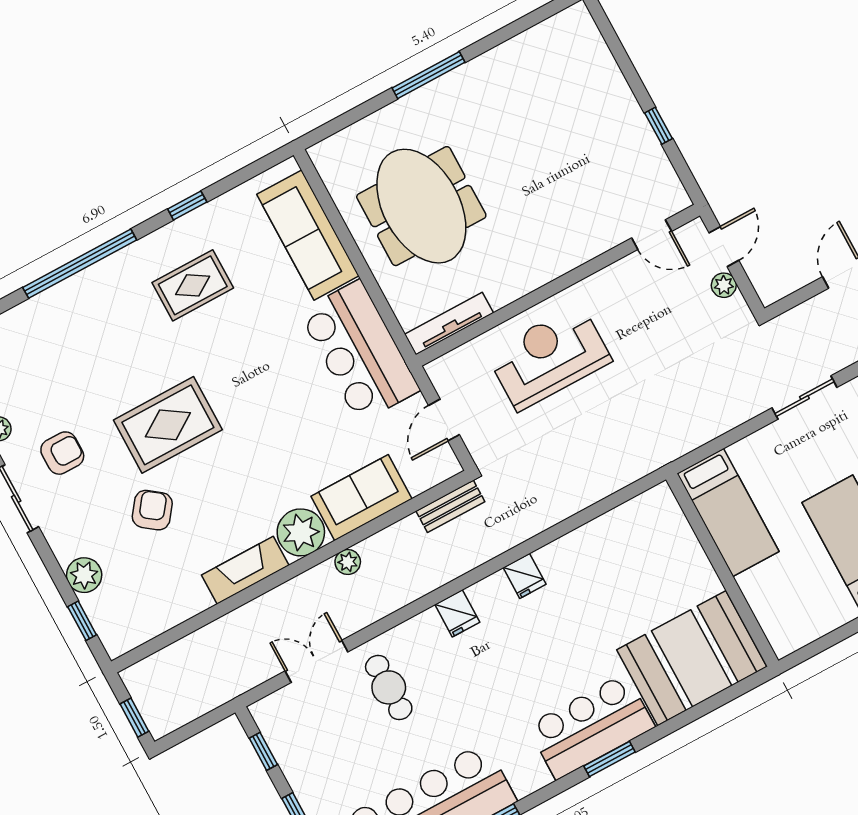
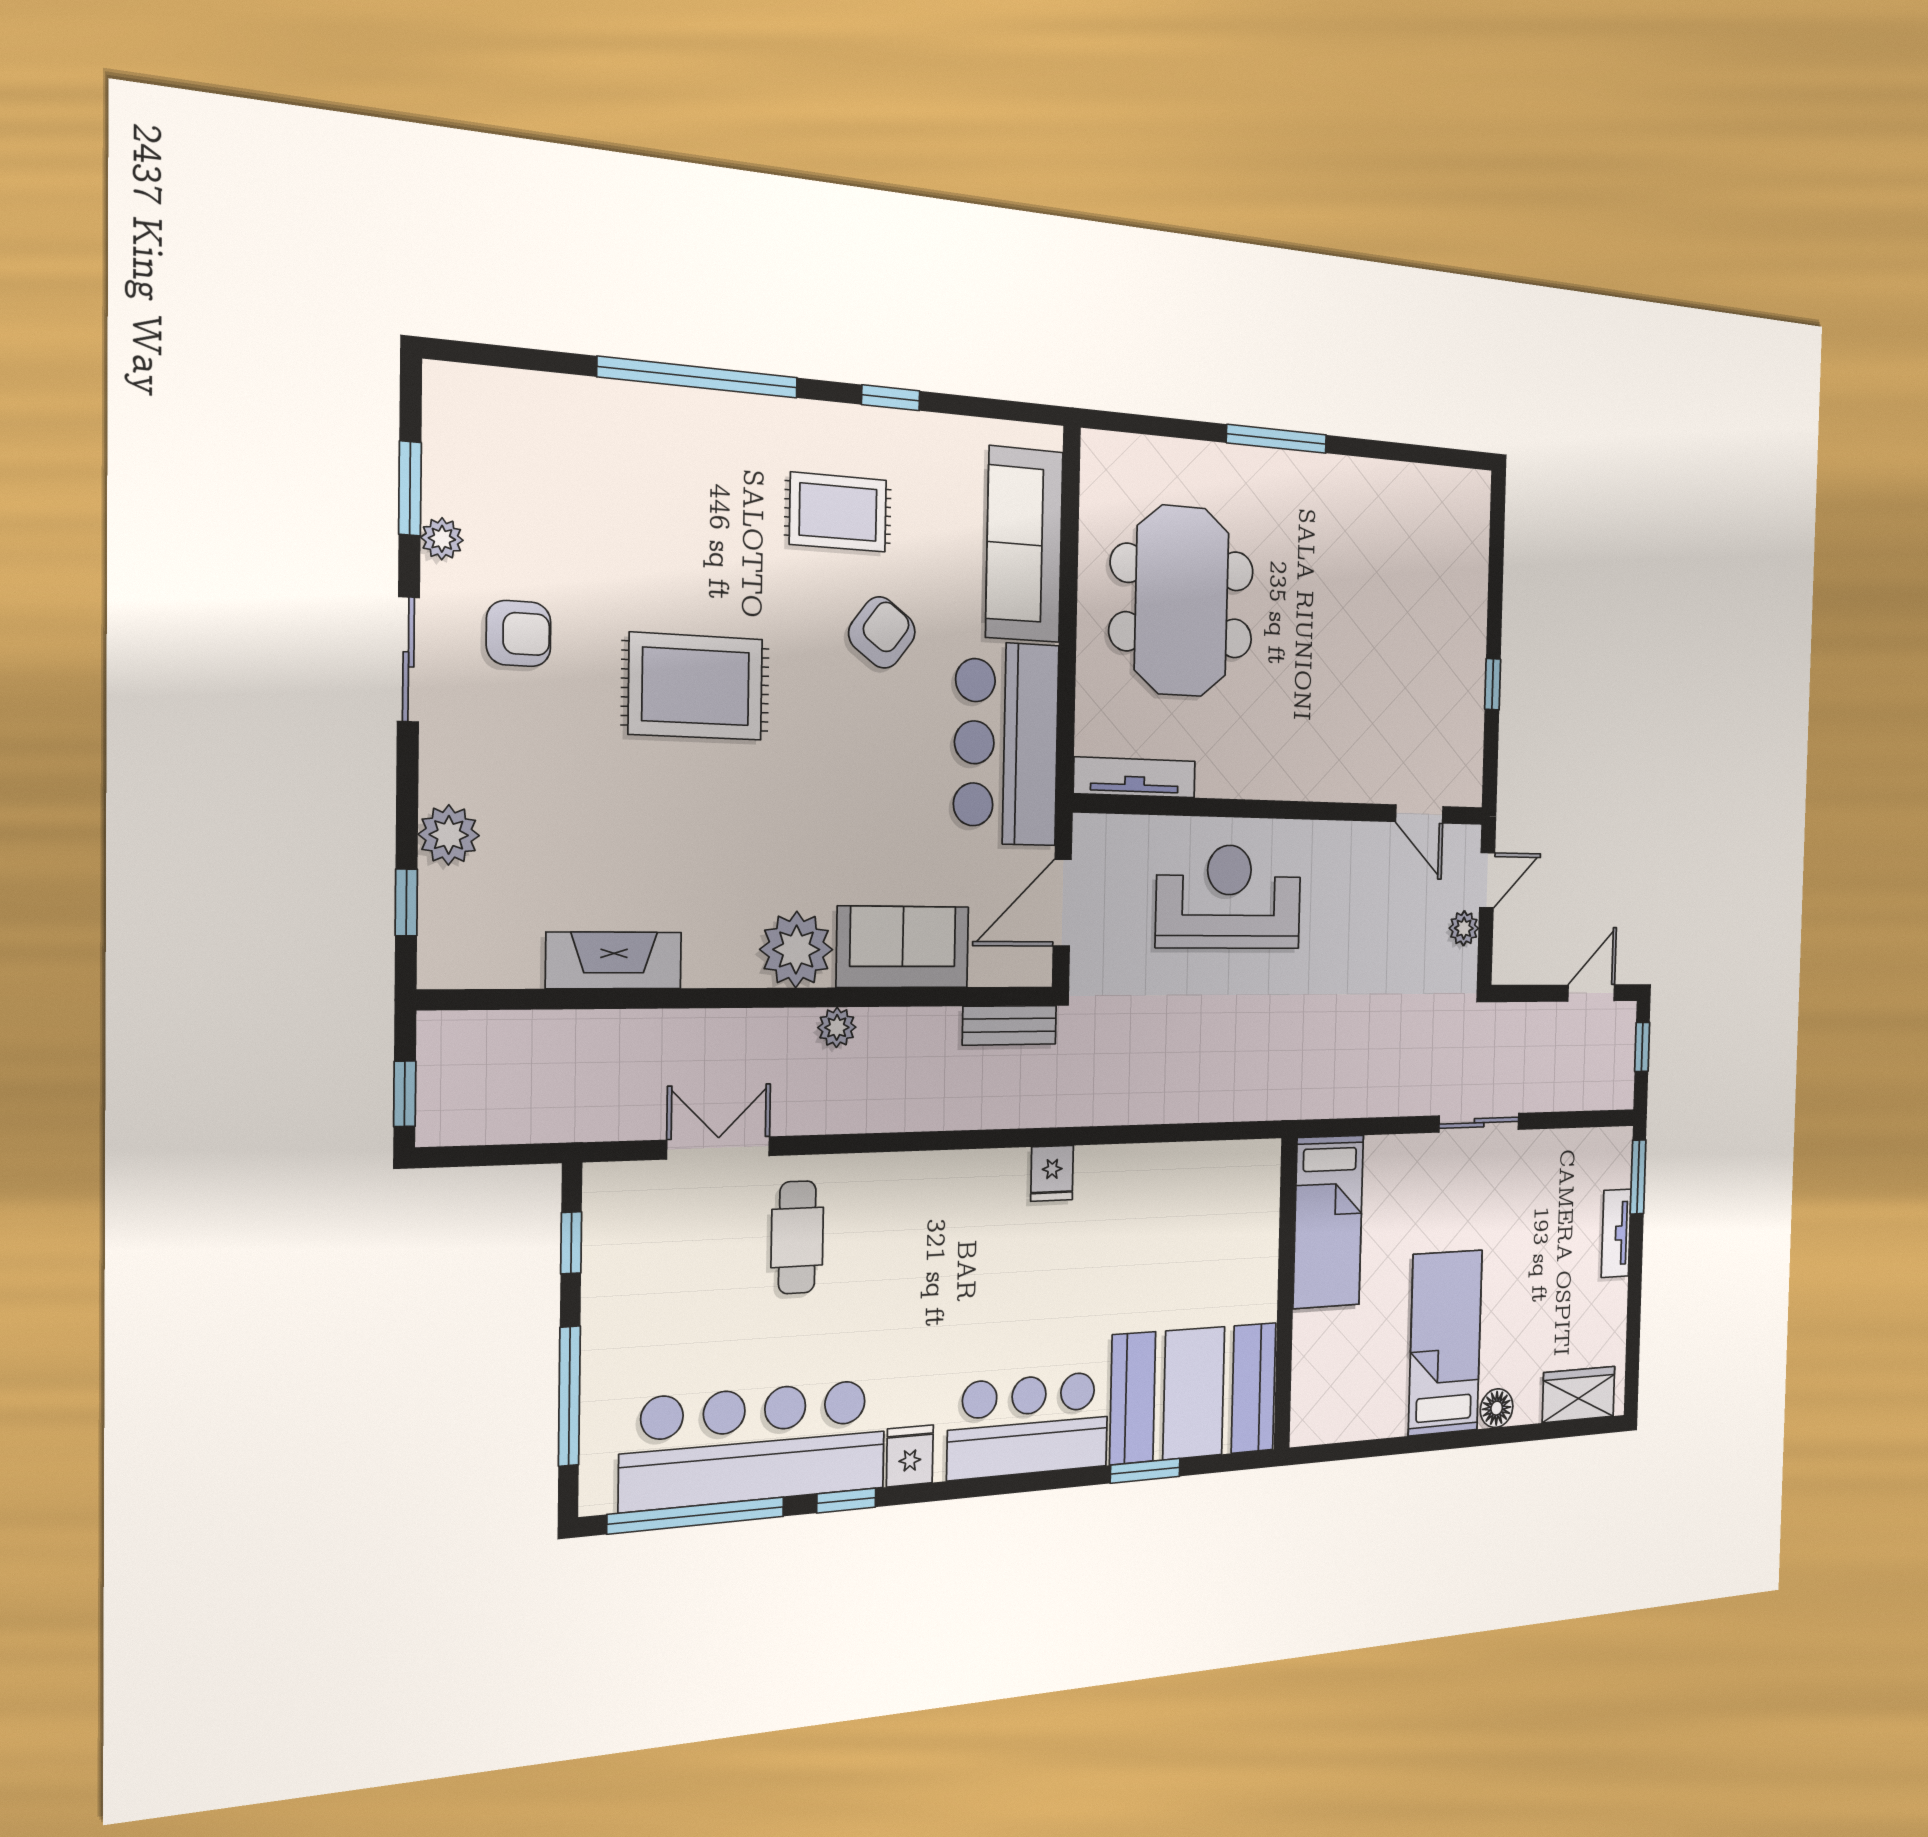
door: (444, 420) -> (1062, 903), width x1.38
armchair: (152, 510) -> (882, 632), moved
fireplace: (245, 570) -> (614, 960), moved
fridge: (457, 613) -> (910, 1456), moved, turned 180
window: (610, 759) -> (1145, 1471), moved

